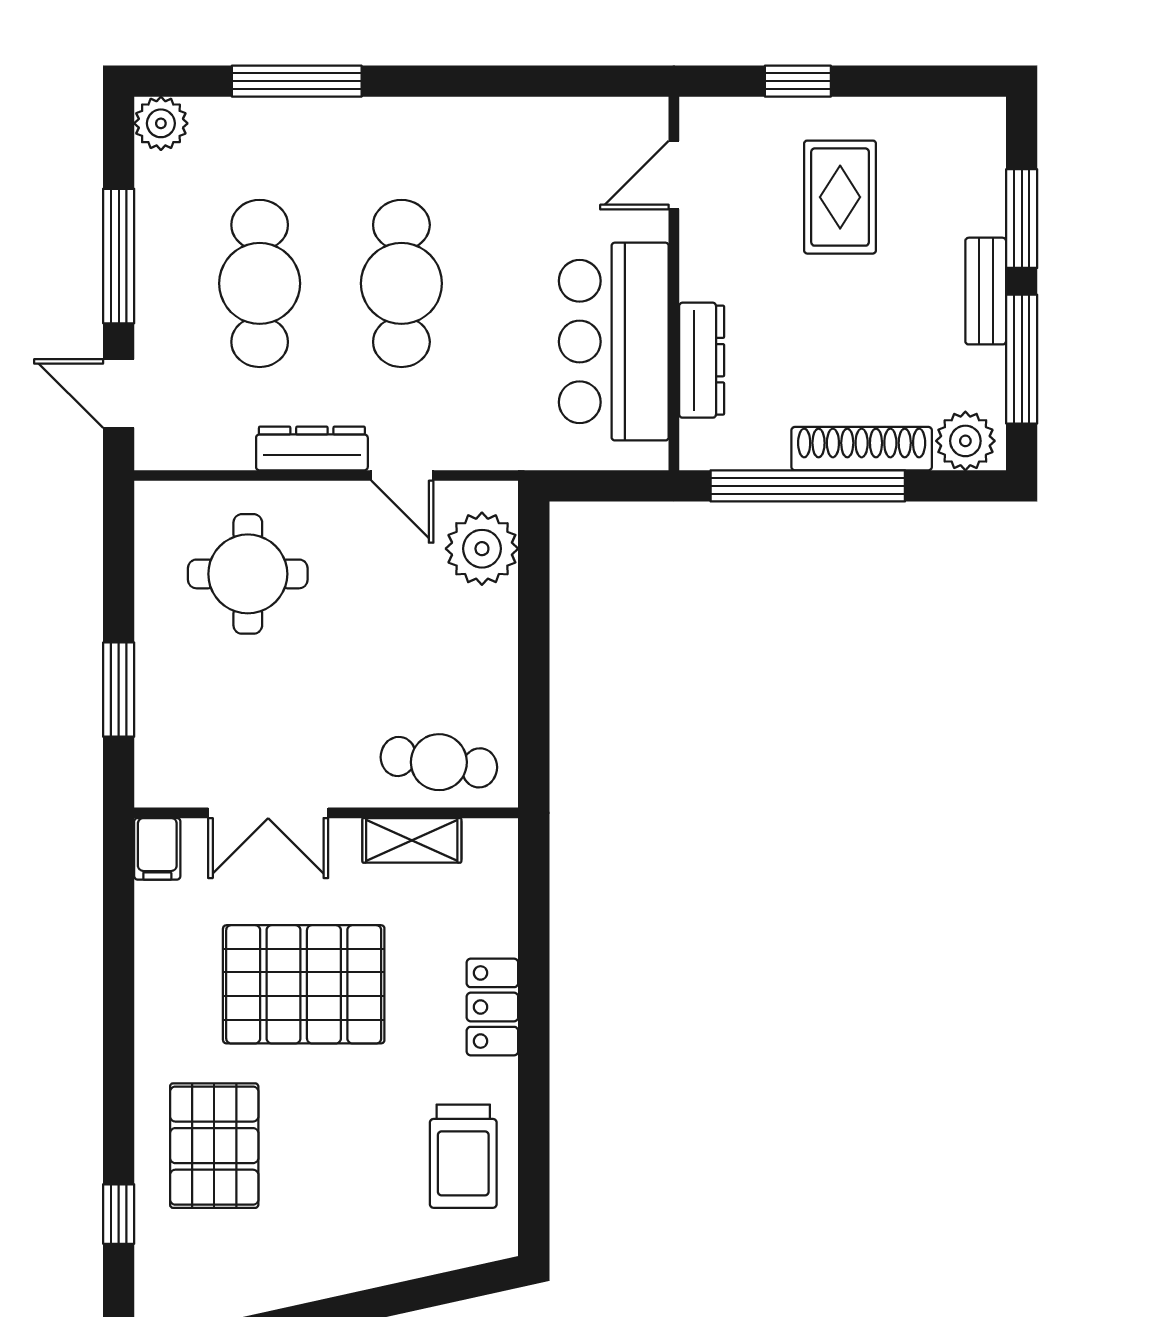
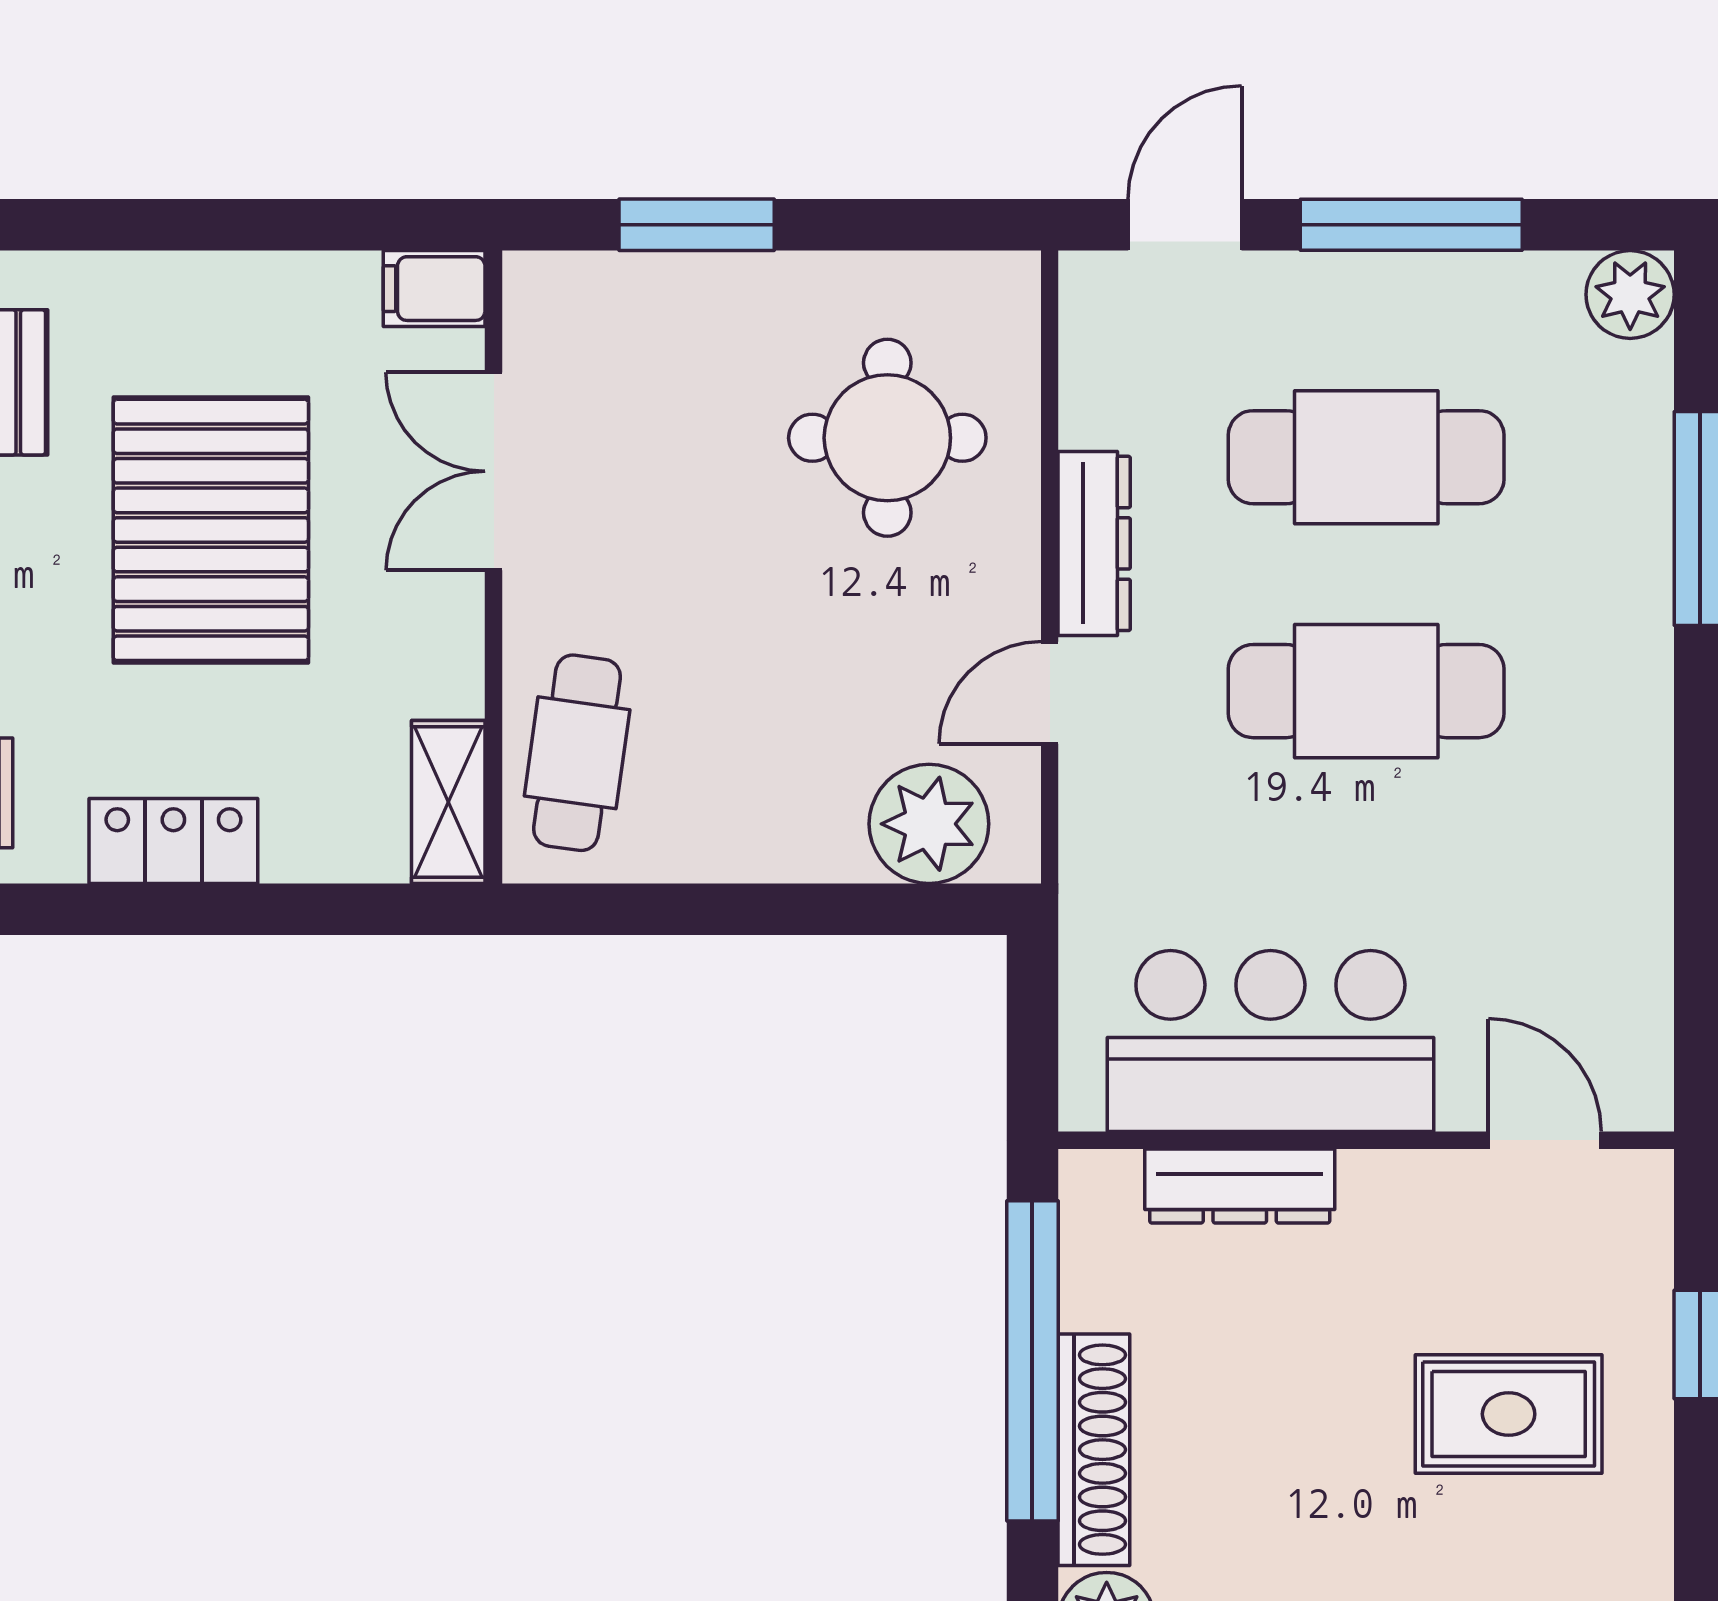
shelving: (412, 840) -> (448, 802), moved

